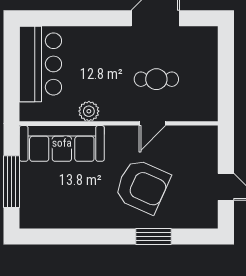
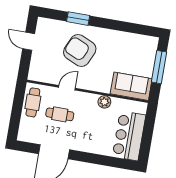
cafe table: (202, 91) -> (33, 102), added
sofa: (62, 143) -> (131, 86), width x0.73

